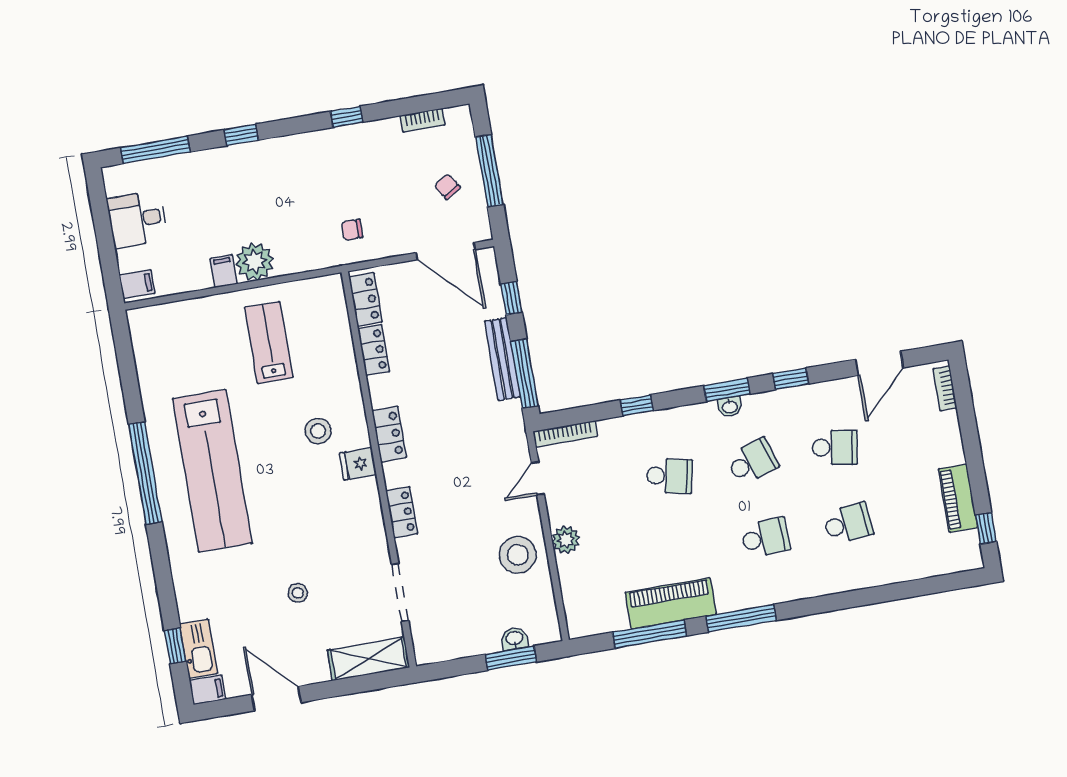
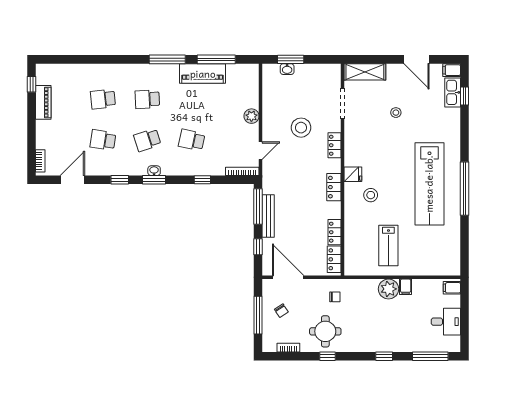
round table: (359, 162) -> (325, 331), added
lab bench: (212, 471) -> (429, 184), turned 180
stool: (518, 555) -> (301, 128), moved

